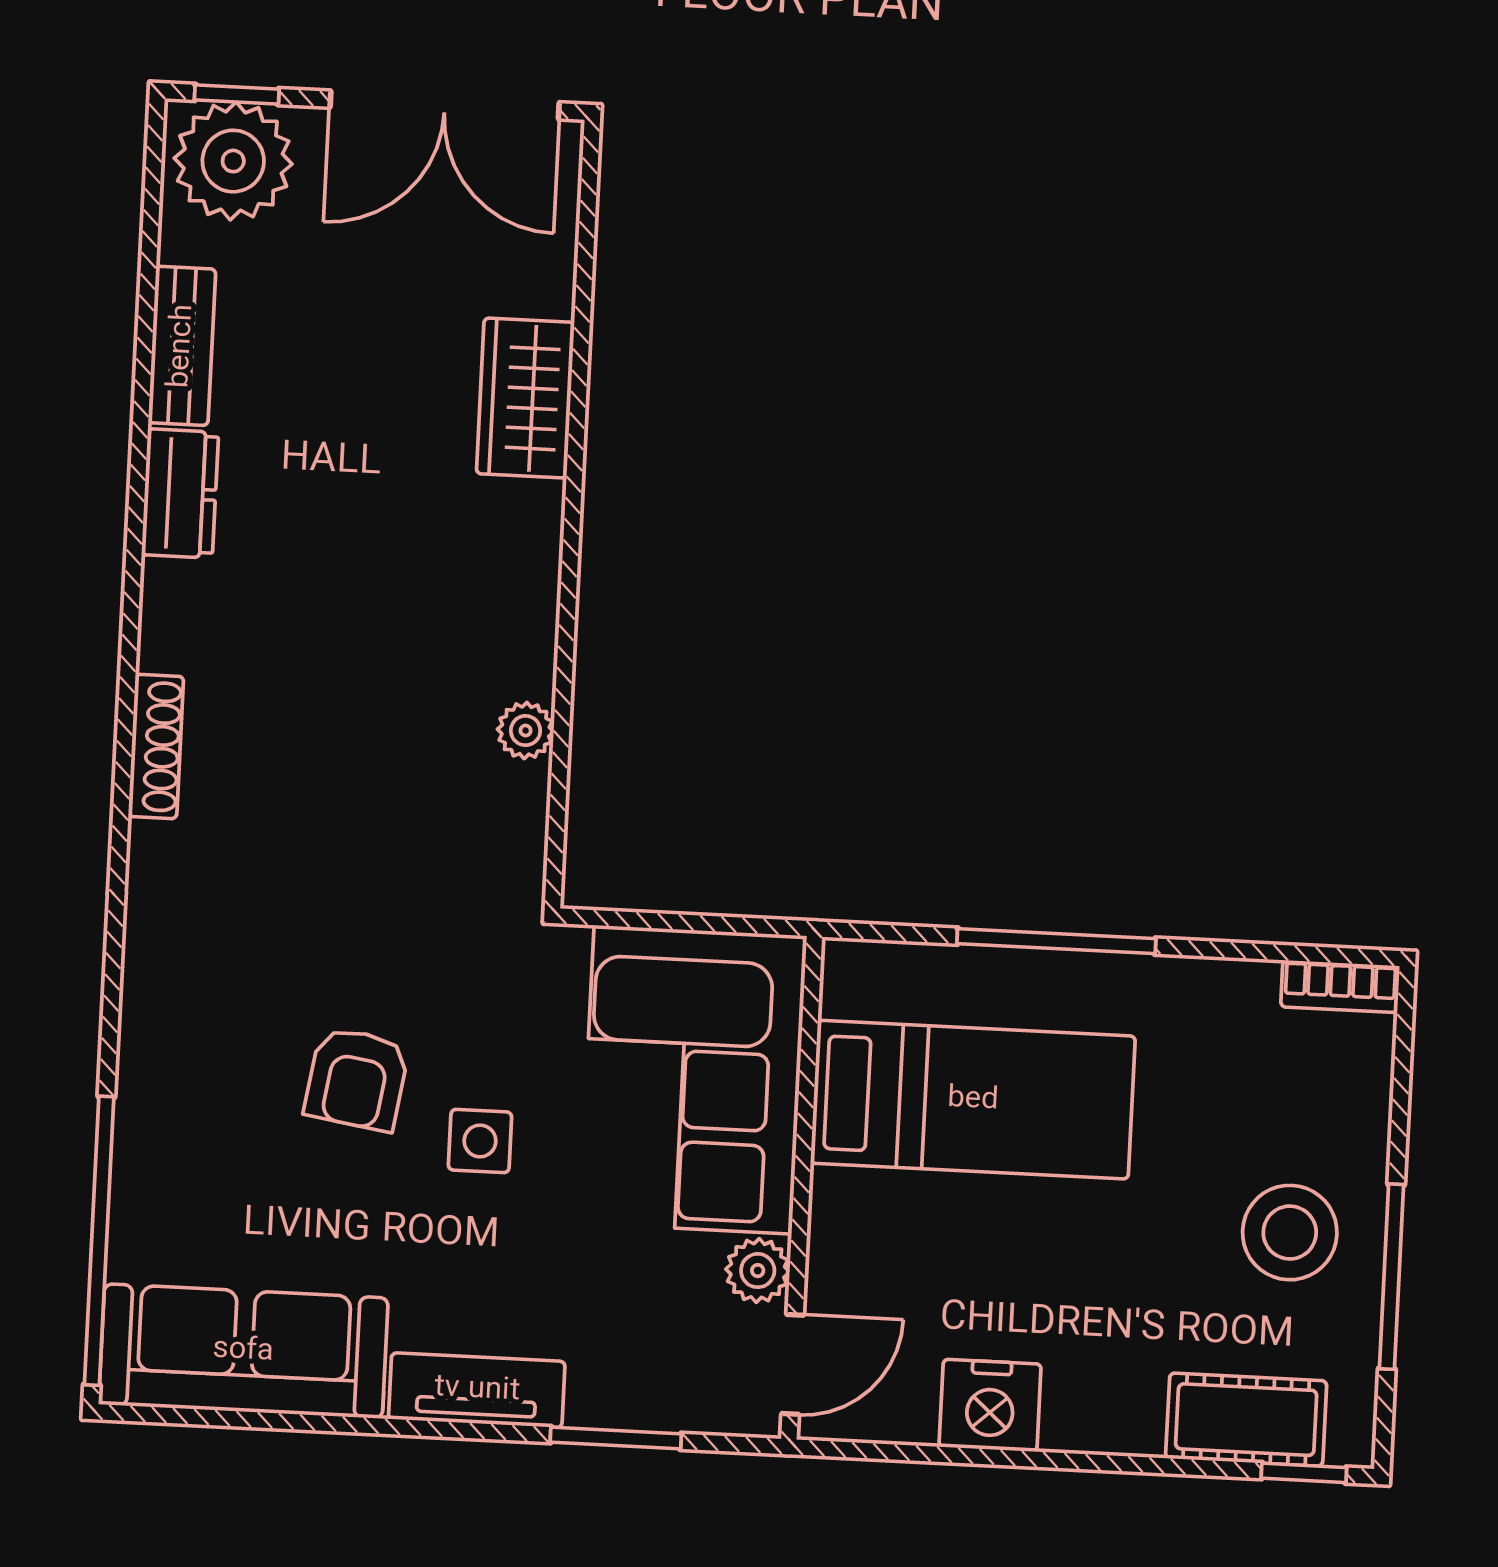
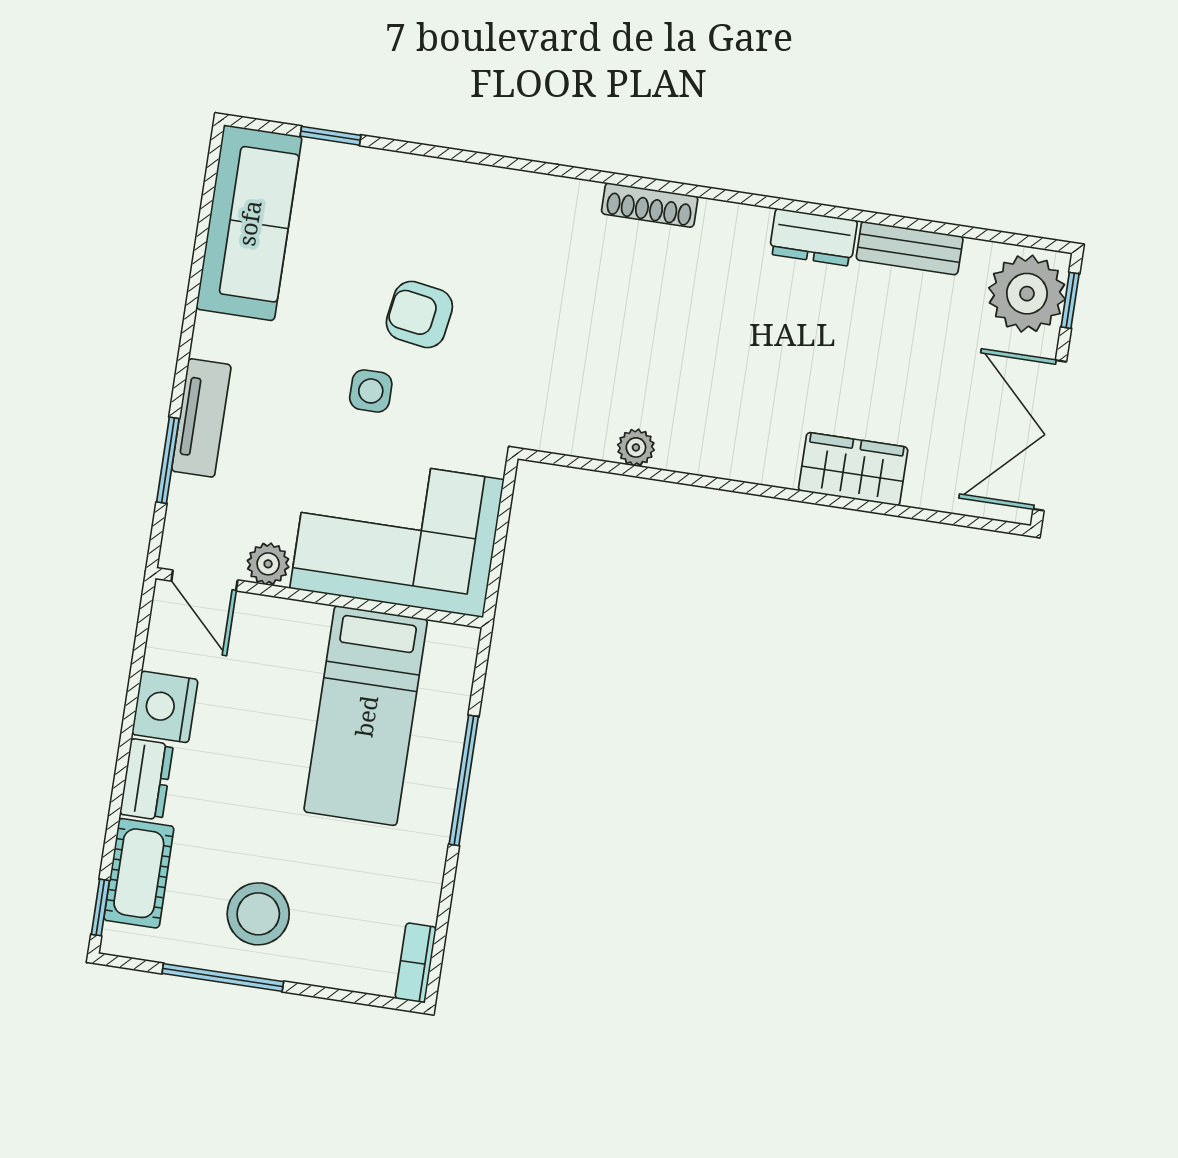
window: (99, 1241) -> (330, 136), width x0.32
tv unit: (477, 1390) -> (201, 418), moved
dresser: (1103, 1422) -> (146, 779), added

